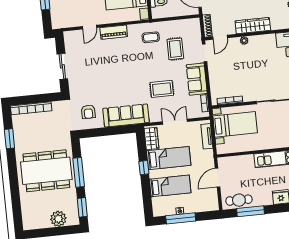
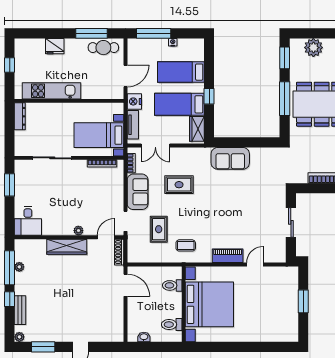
armchair: (88, 112) -> (266, 167), removed
sofa: (126, 115) -> (230, 158), width x0.73
double door: (175, 122) -> (155, 145), moved
nightstand: (208, 156) -> (134, 101), added
window: (181, 218) -> (154, 33), moved

